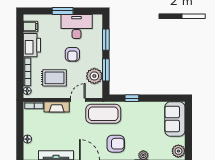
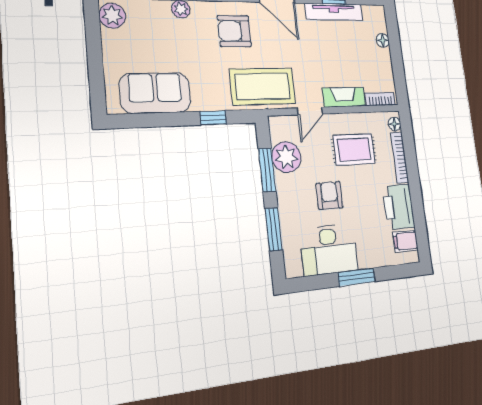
sofa: (175, 119) -> (155, 93), moved, turned -90

